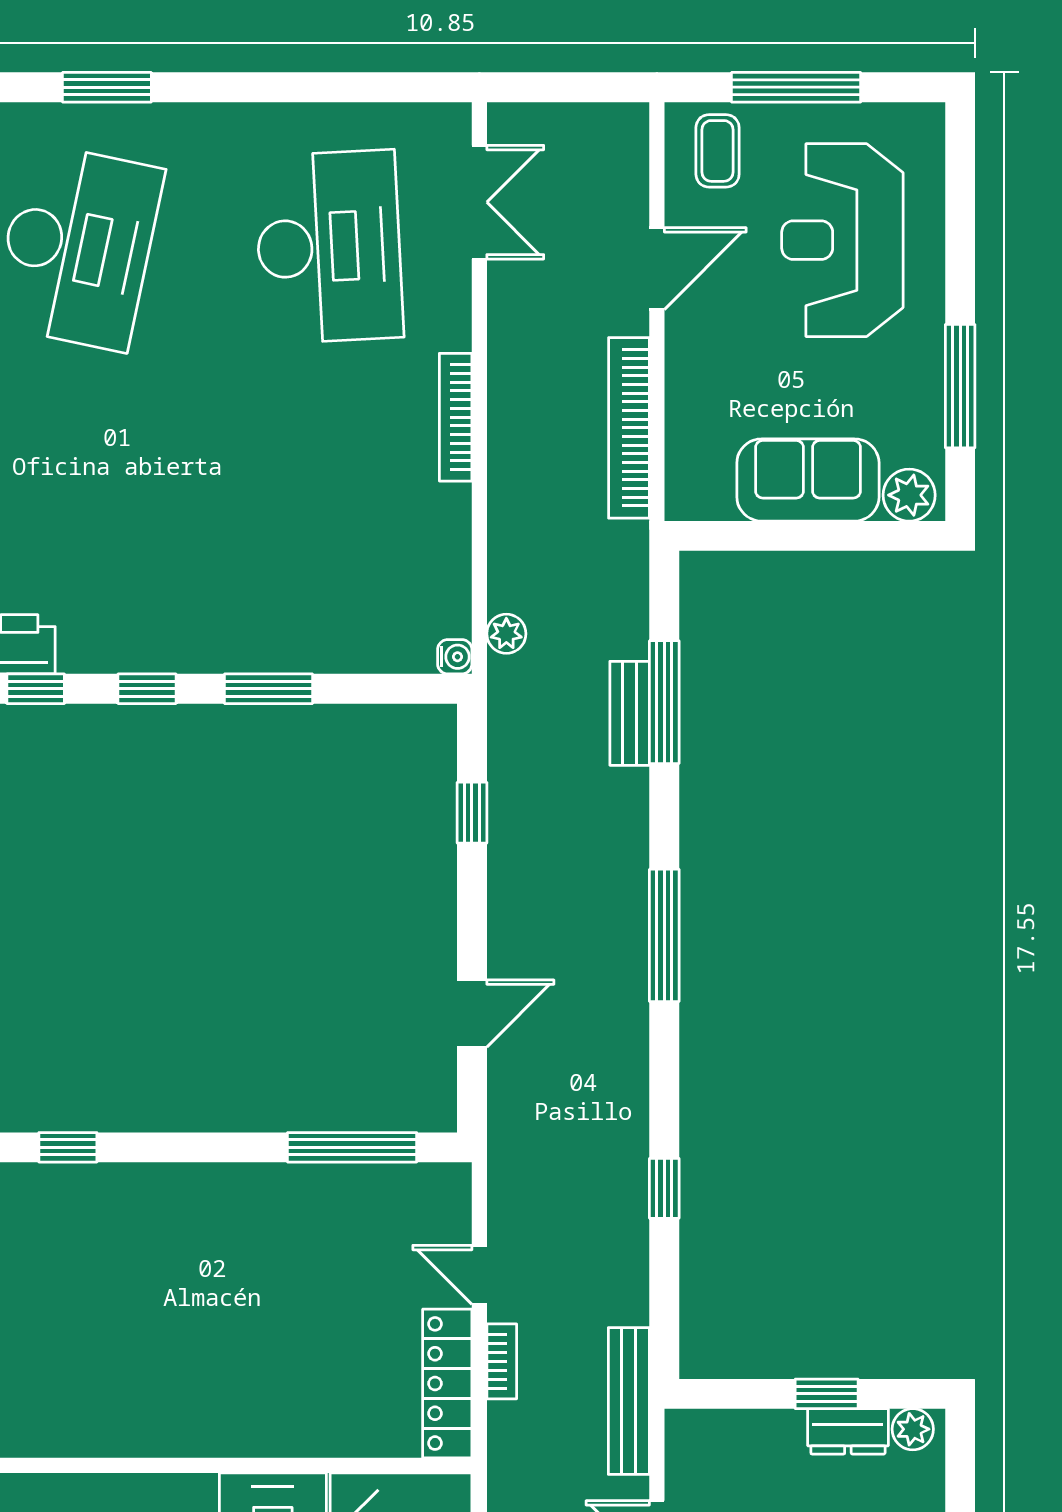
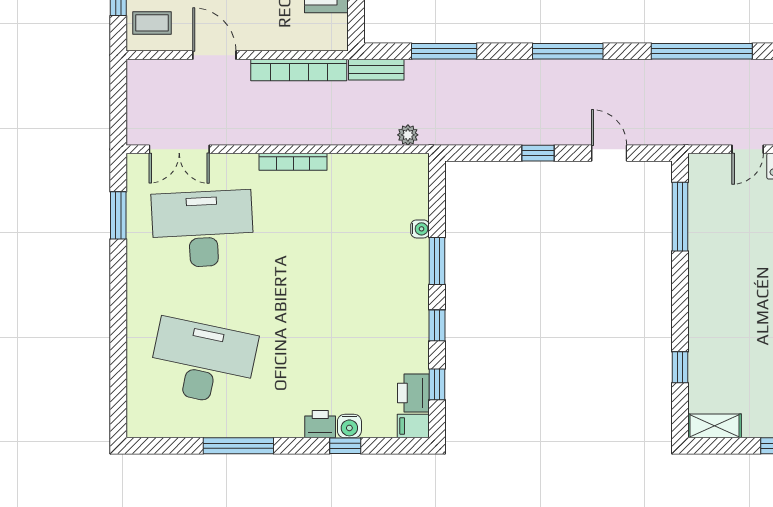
window: (107, 87) -> (118, 215), moved
double door: (479, 202) -> (179, 149), swing flipped
water cooler: (455, 657) -> (420, 229), moved, turned 90
bench: (630, 713) -> (376, 70), moved
window: (472, 813) -> (538, 153), moved
window: (664, 1188) -> (702, 51), width x3.17

